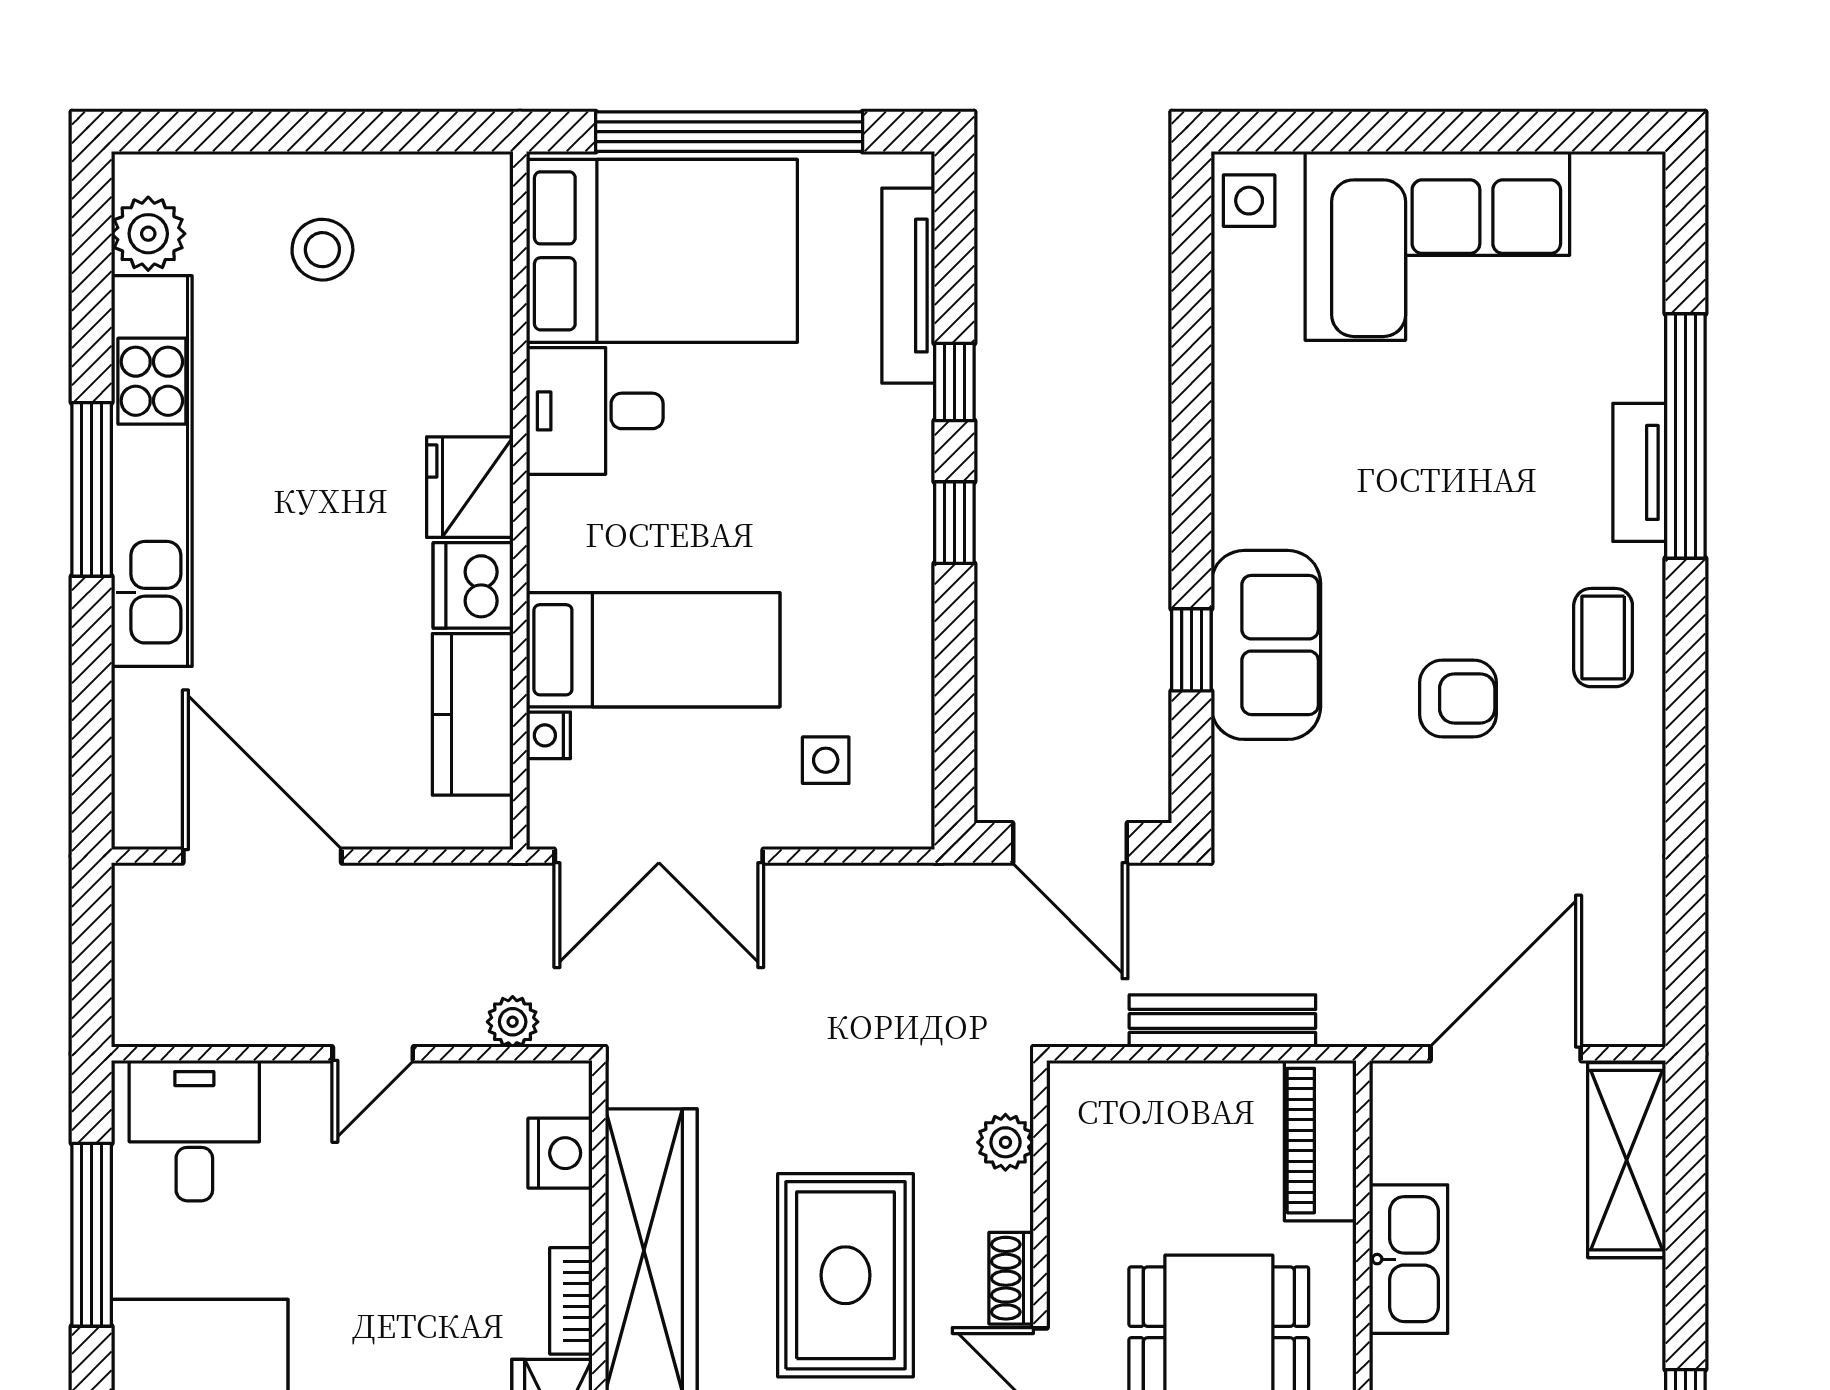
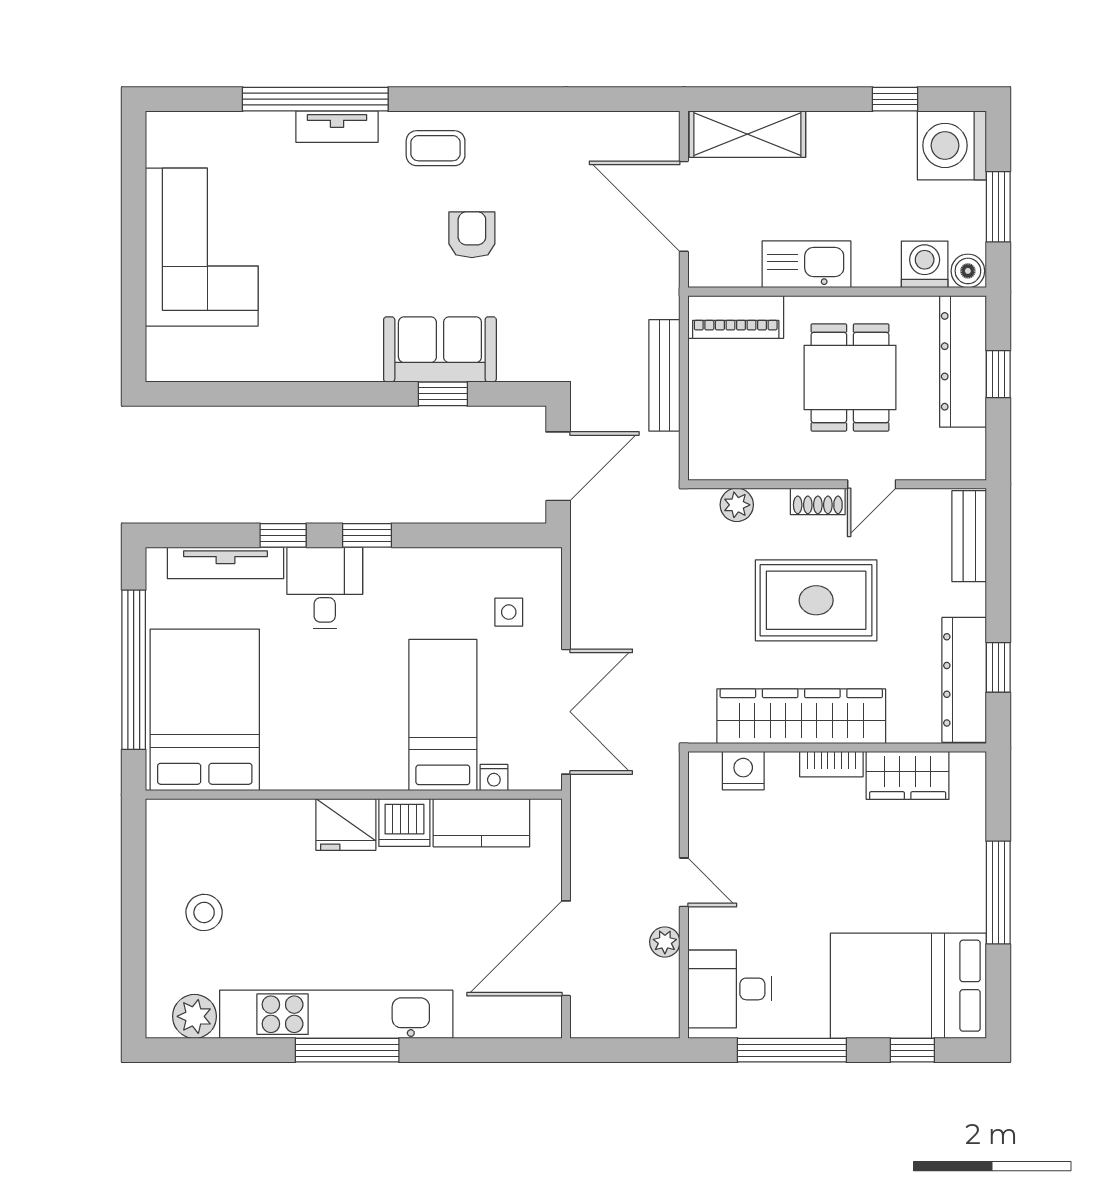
side table: (1249, 201) -> (175, 359), removed
desk: (595, 411) -> (325, 588), moved, turned 180
plant: (513, 1022) -> (665, 942), moved

